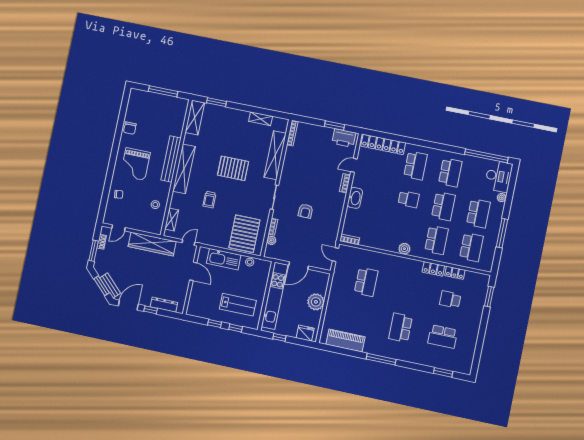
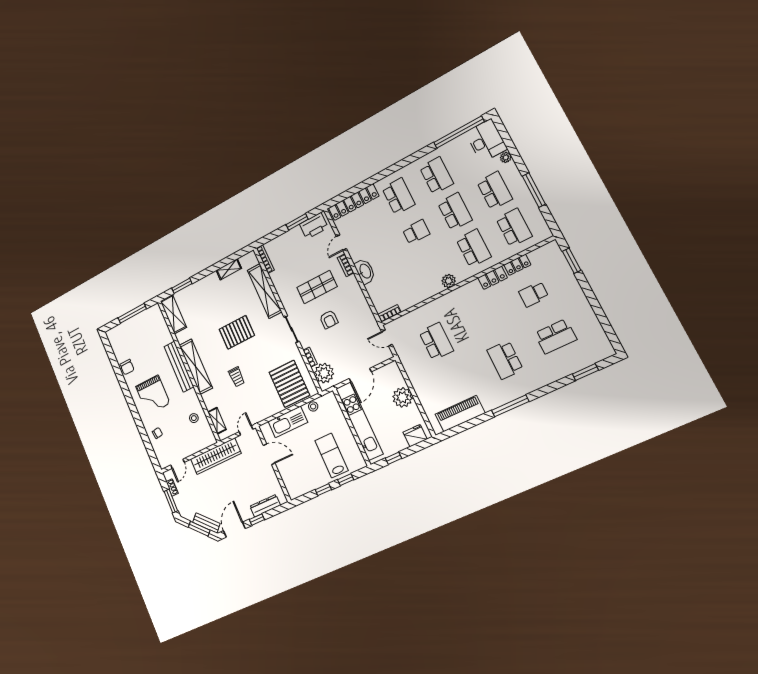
shop shelf: (314, 182) -> (317, 287), added
plant: (271, 240) -> (324, 373), width x1.88, depth x1.88
lab bench: (238, 305) -> (332, 455), turned -90

